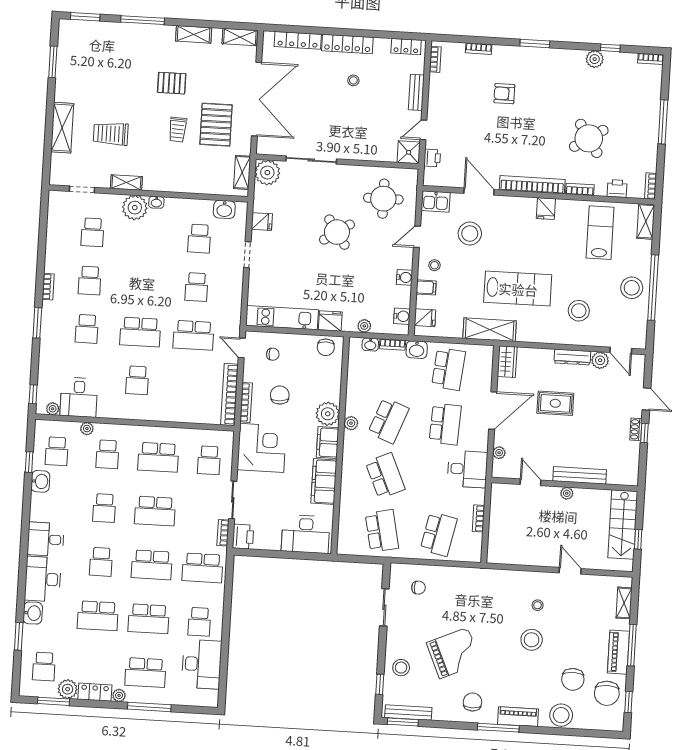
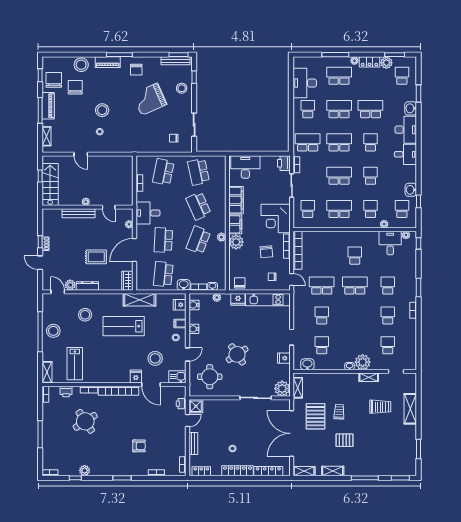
fridge: (546, 209) -> (136, 377), moved

